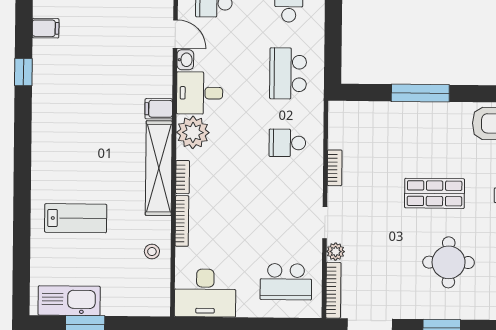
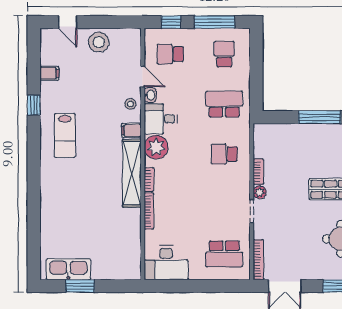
school desk: (288, 73) -> (224, 104), turned 90
lab bench: (76, 218) -> (65, 136), moved, turned 90
stool: (152, 252) -> (131, 104), moved
plant: (336, 252) -> (260, 192), moved

